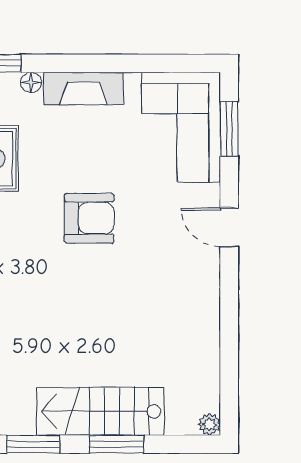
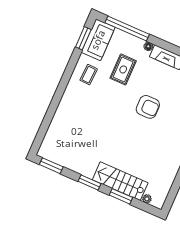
plant: (209, 424) -> (147, 199), moved

